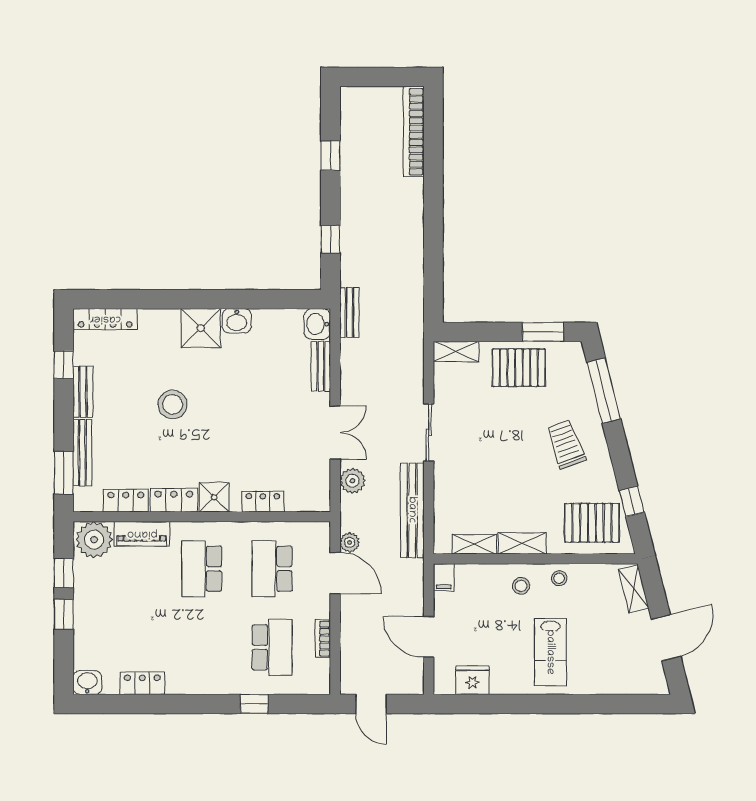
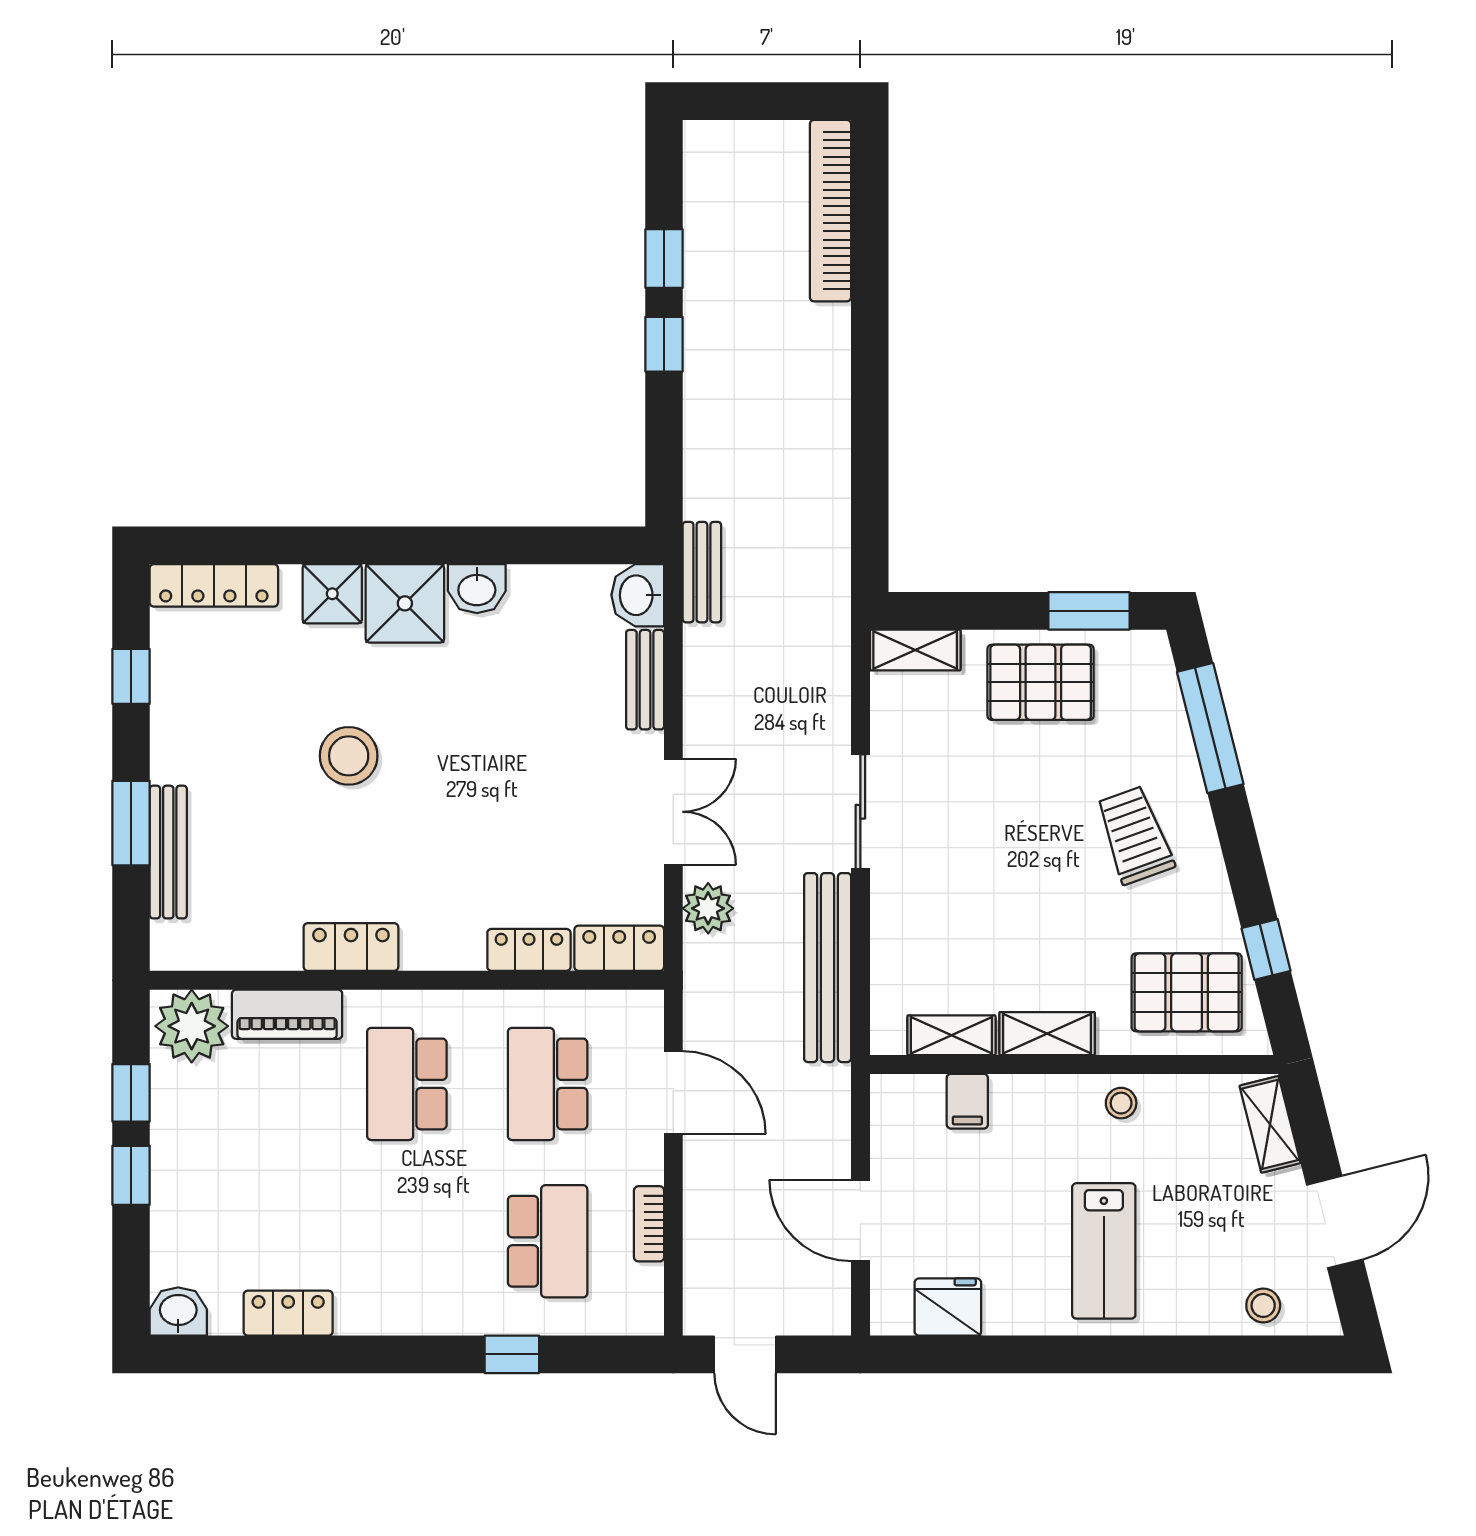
window: (330, 239) -> (664, 344), moved
bench: (83, 392) -> (169, 731), removed
window: (64, 473) -> (131, 823), moved
shower: (214, 497) -> (332, 594), moved
locker: (126, 501) -> (619, 948), moved
plant: (350, 542) -> (702, 1031), removed
filing cabinet: (444, 577) -> (967, 1101), moved
stool: (521, 586) -> (1263, 1305), moved

